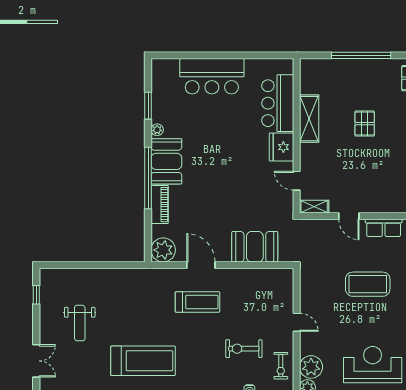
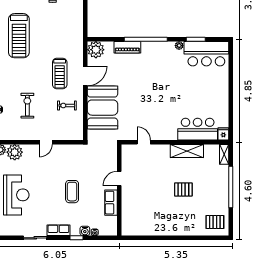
bar counter: (212, 76) -> (206, 54), moved, turned -90
fridge: (281, 147) -> (223, 134), moved, width x0.53, depth x0.75
booth: (166, 161) -> (157, 52), removed
door: (297, 181) -> (144, 142), hinge flipped
shelving: (314, 207) -> (224, 154), moved
booth: (255, 247) -> (102, 108), width x1.36, depth x1.42
coffee table: (368, 284) -> (72, 192), width x0.73, depth x0.76
exercise bike: (281, 366) -> (67, 105), moved

